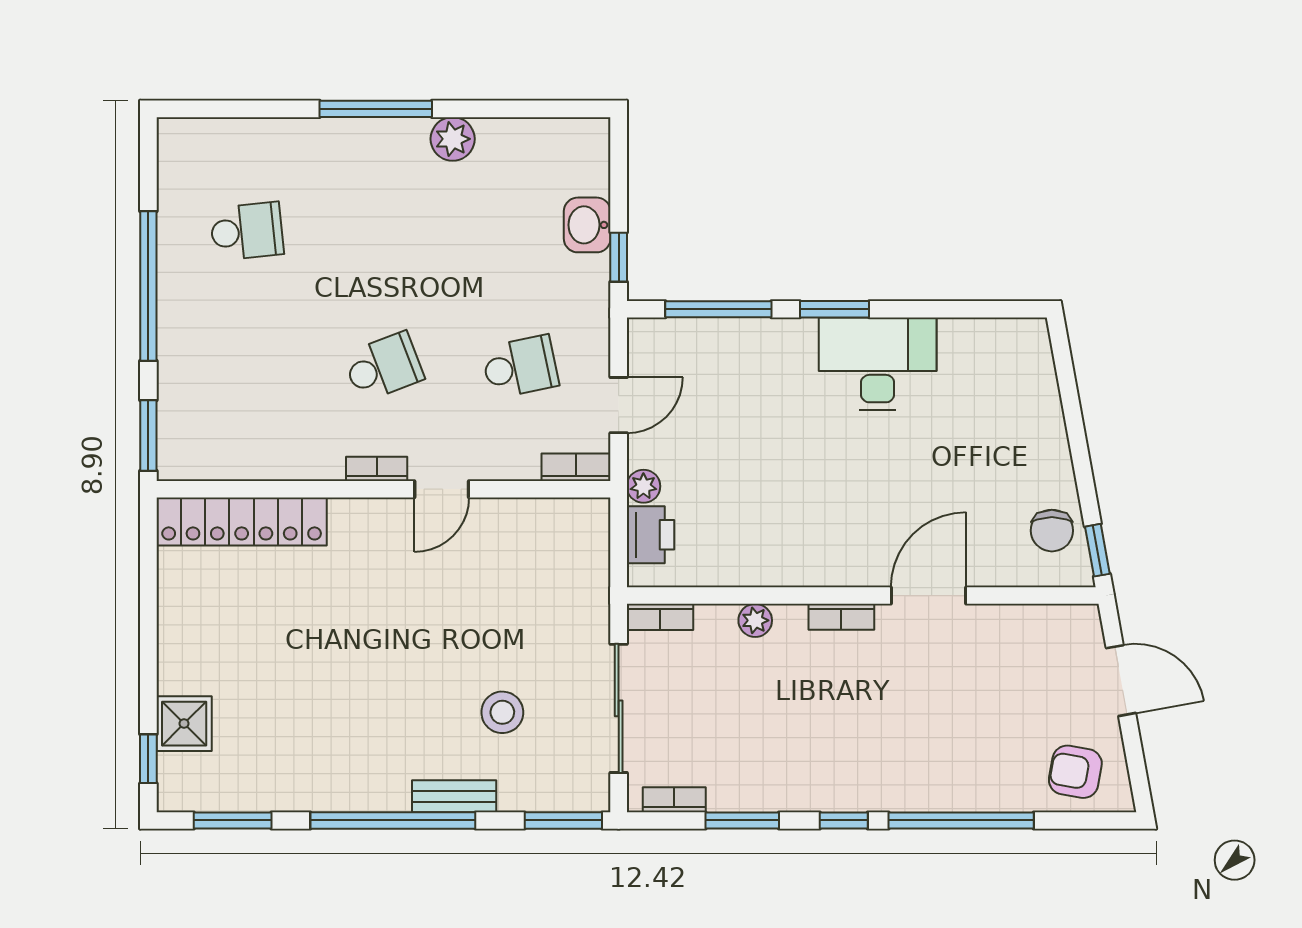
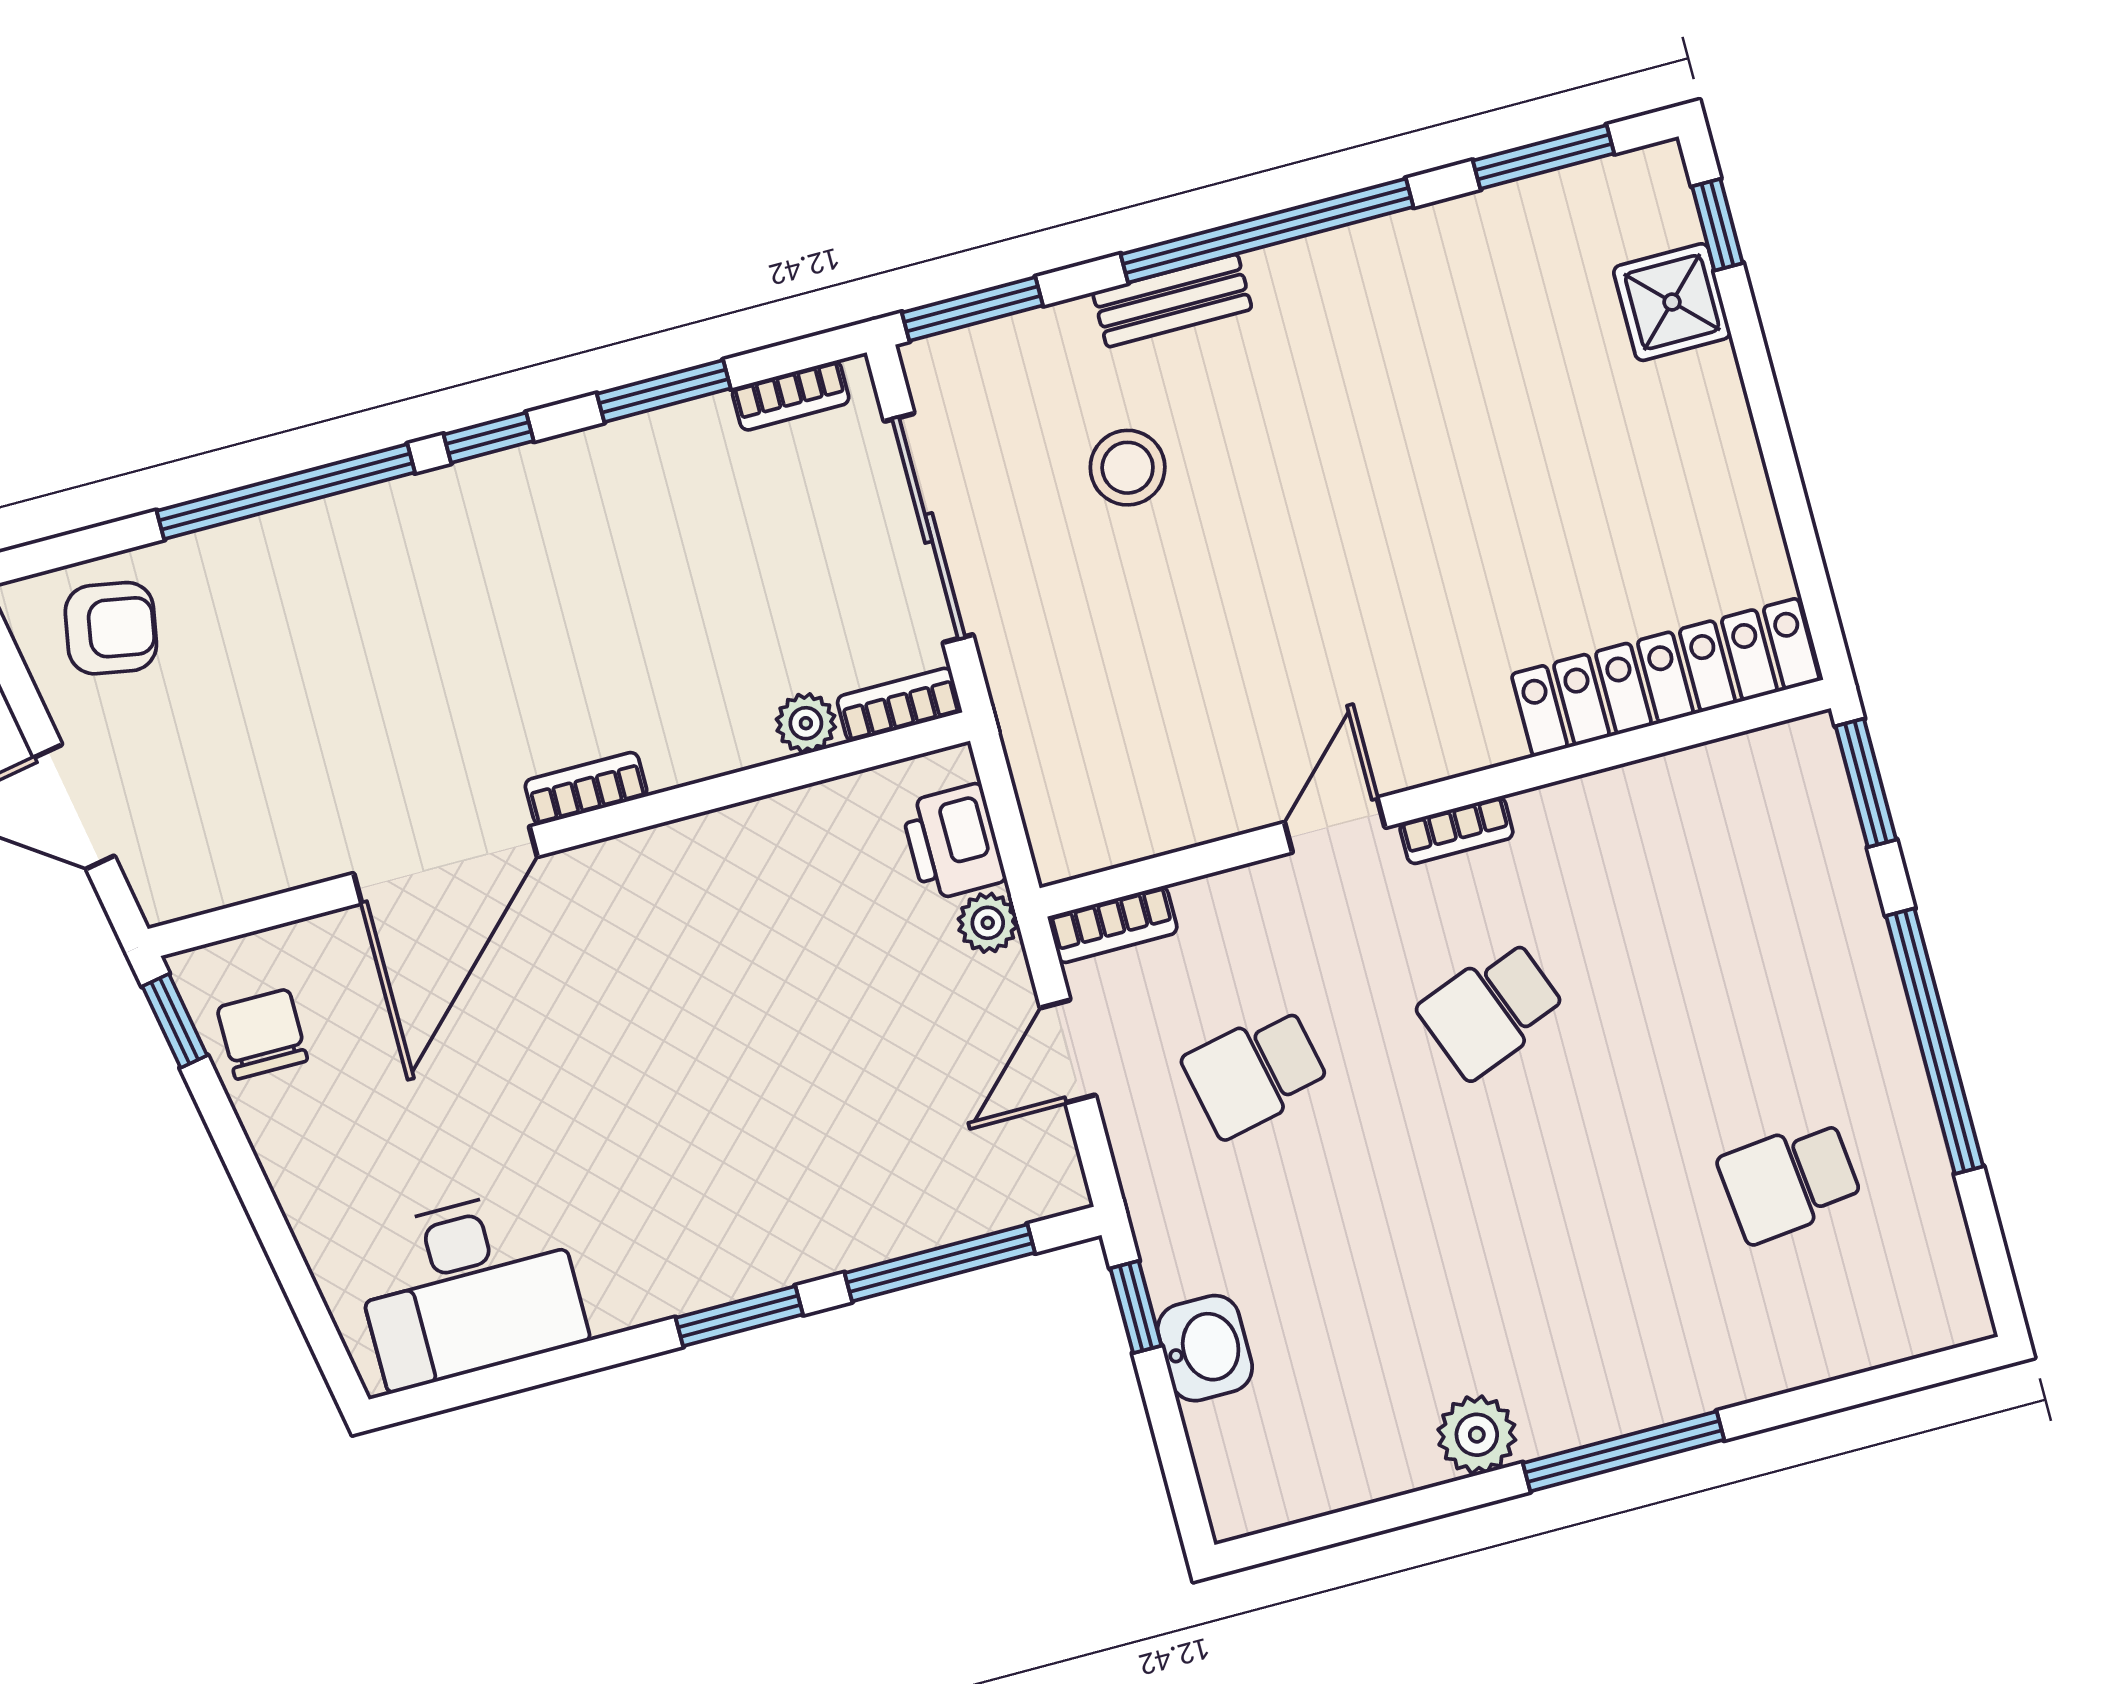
desk: (878, 364) -> (469, 1288), moved
door: (928, 596) -> (445, 865), width x1.36
plant: (755, 620) -> (806, 723), moved

